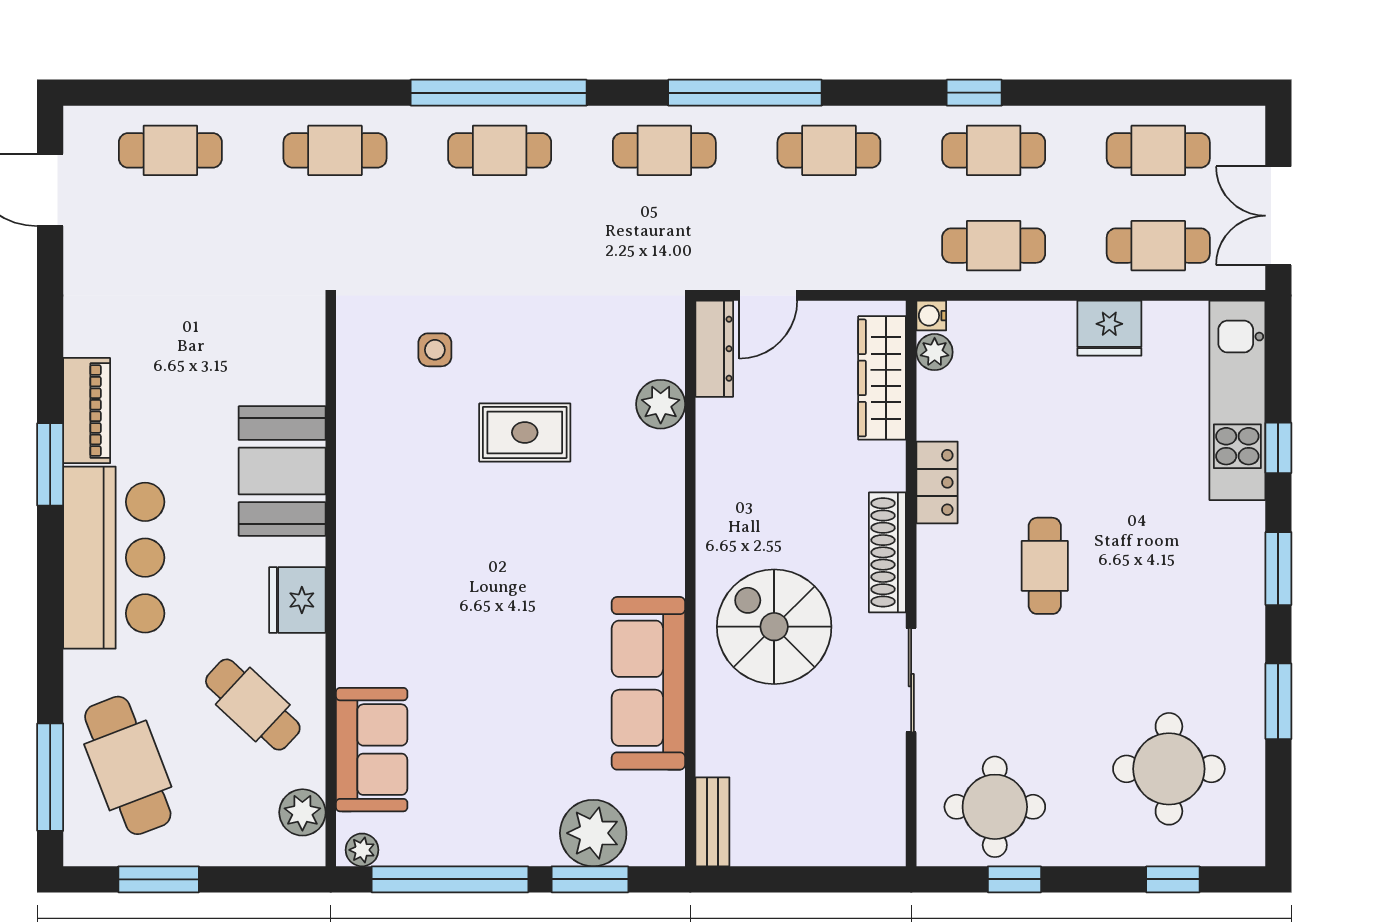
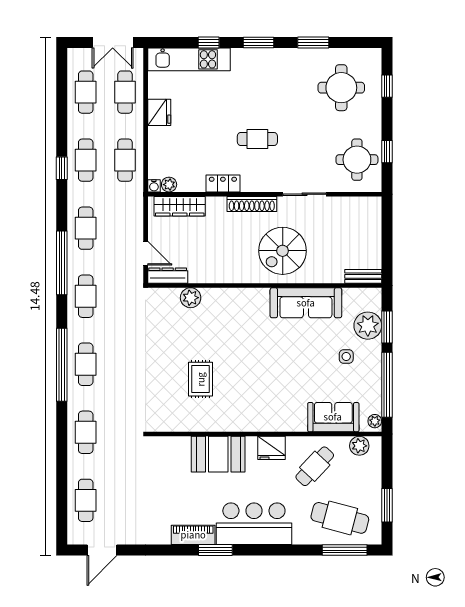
side table: (435, 350) -> (346, 356), moved
rug: (525, 432) -> (201, 379), moved
cafe table: (128, 765) -> (340, 518), turned 36

